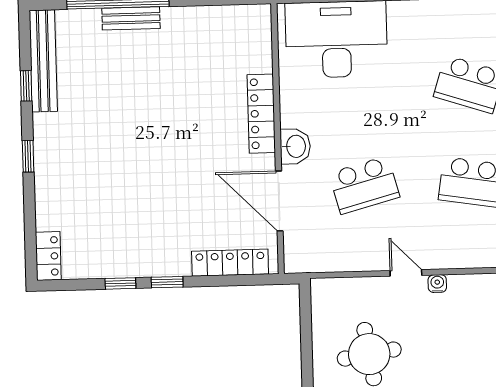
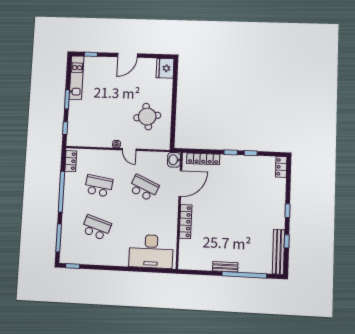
bench: (131, 18) -> (225, 267), moved
washbasin: (295, 146) -> (174, 160), moved
school desk: (364, 185) -> (144, 188), turned 39
door: (279, 201) -> (180, 184), hinge flipped

